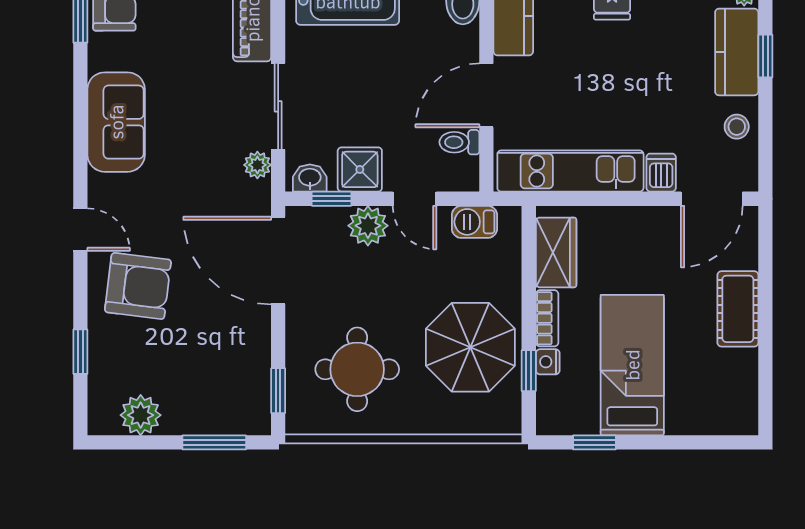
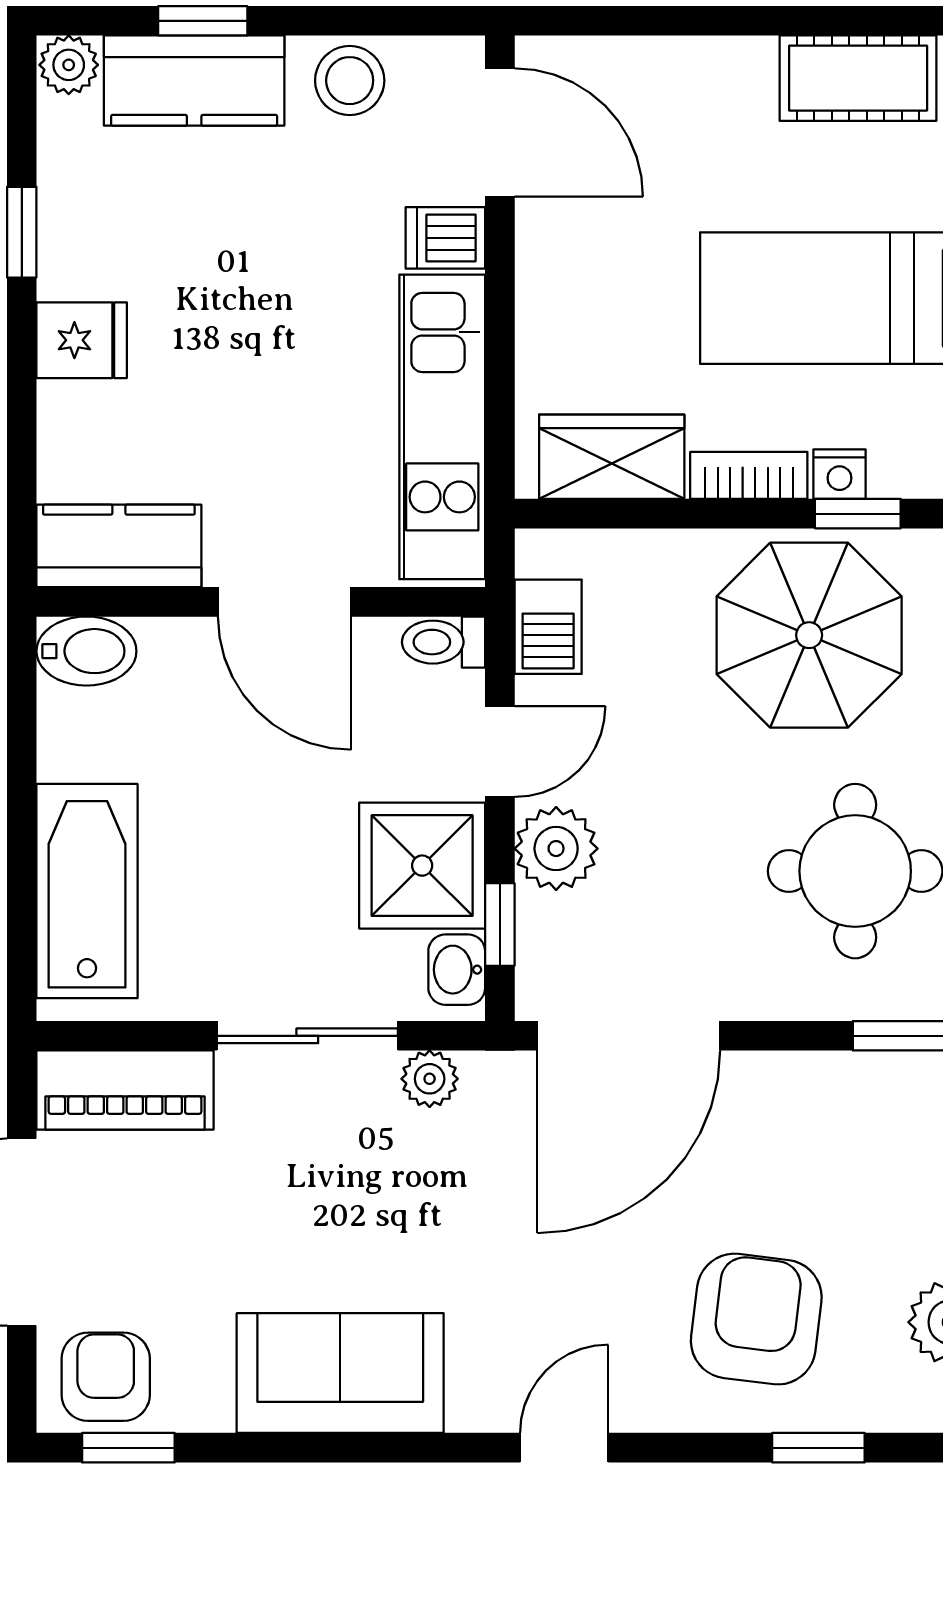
stool: (737, 127) -> (350, 81), width x1.37, depth x1.37
toilet: (459, 142) -> (444, 642), moved, turned 90
shower: (360, 169) -> (422, 866), width x1.36, depth x1.36
armchair: (138, 286) -> (756, 1319), moved
cot: (738, 309) -> (858, 78), moved

